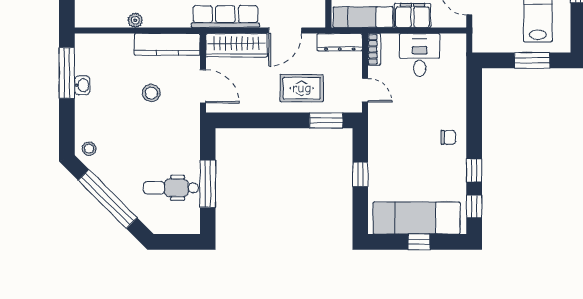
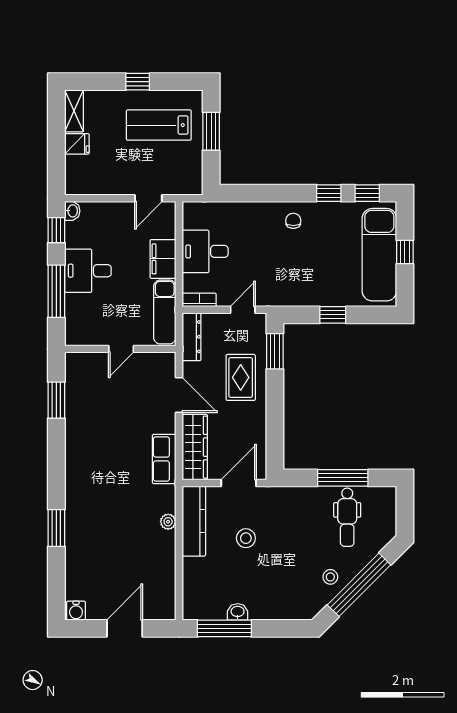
row of seats: (225, 17) -> (164, 459), width x0.68
plant: (135, 20) -> (168, 522), moved
stool: (89, 149) -> (330, 577), moved

